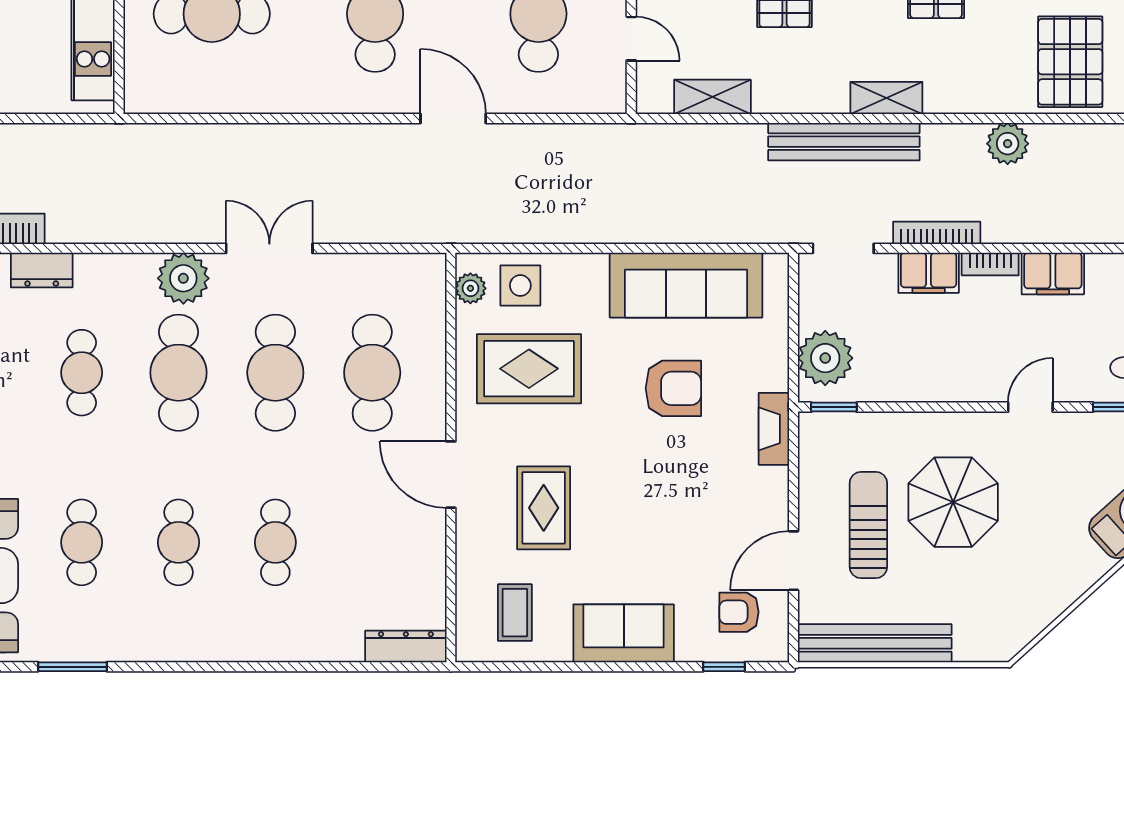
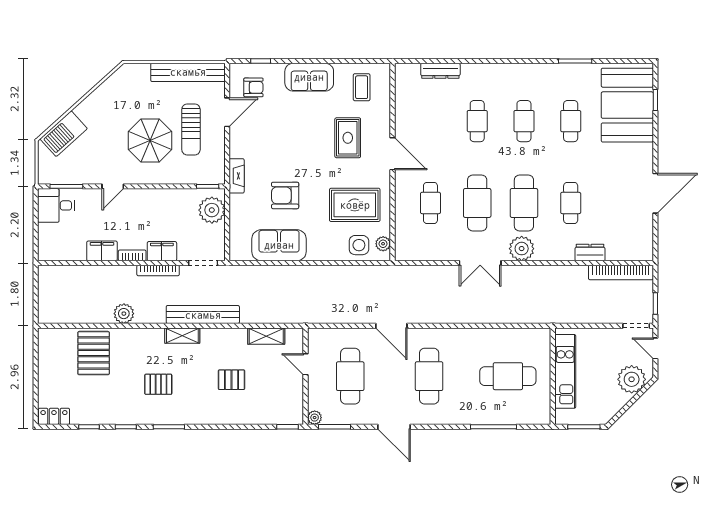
sofa: (686, 285) -> (279, 245), width x0.73
cafe table: (372, 373) -> (430, 203), width x0.73, depth x0.74
dresser: (406, 647) -> (440, 71), moved

